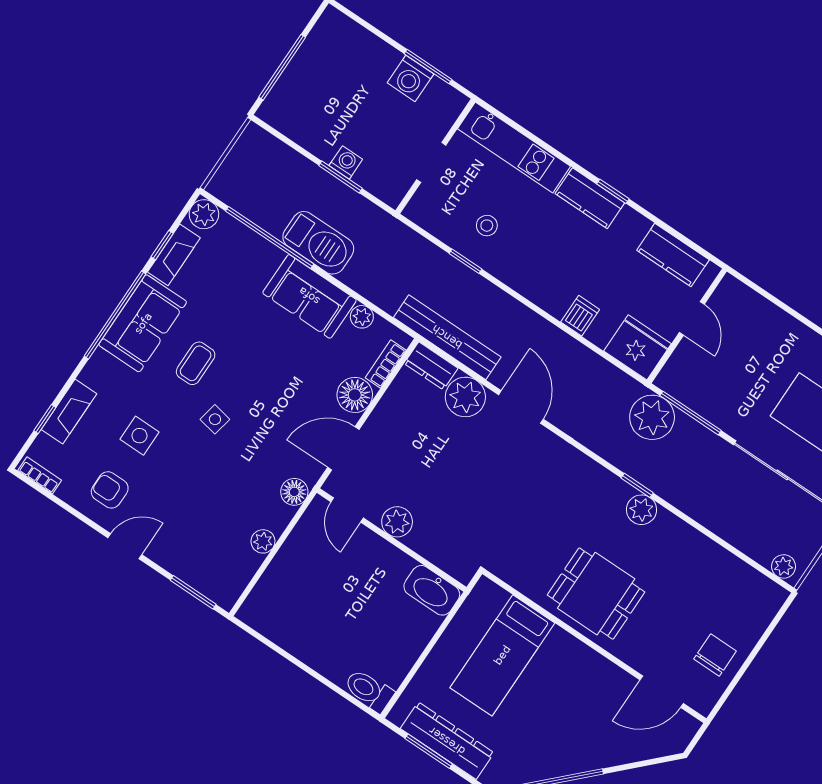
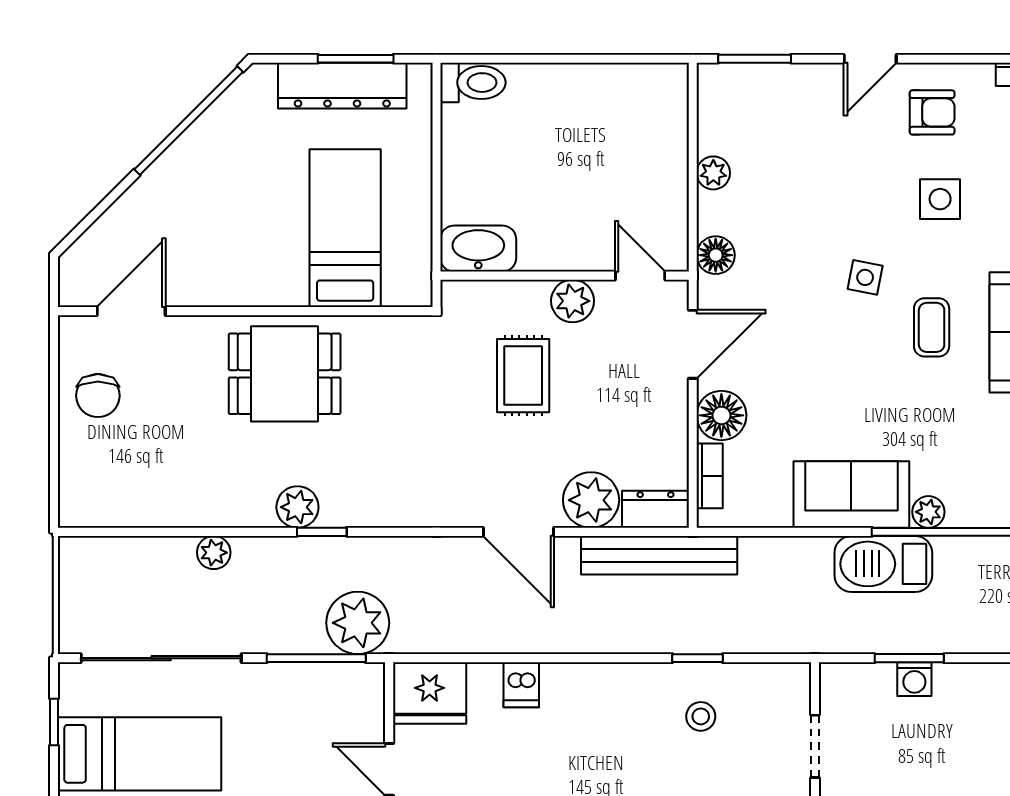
plant: (362, 317) -> (928, 512), moved
rug: (456, 497) -> (523, 376), added
plant: (784, 566) -> (214, 553), moved

